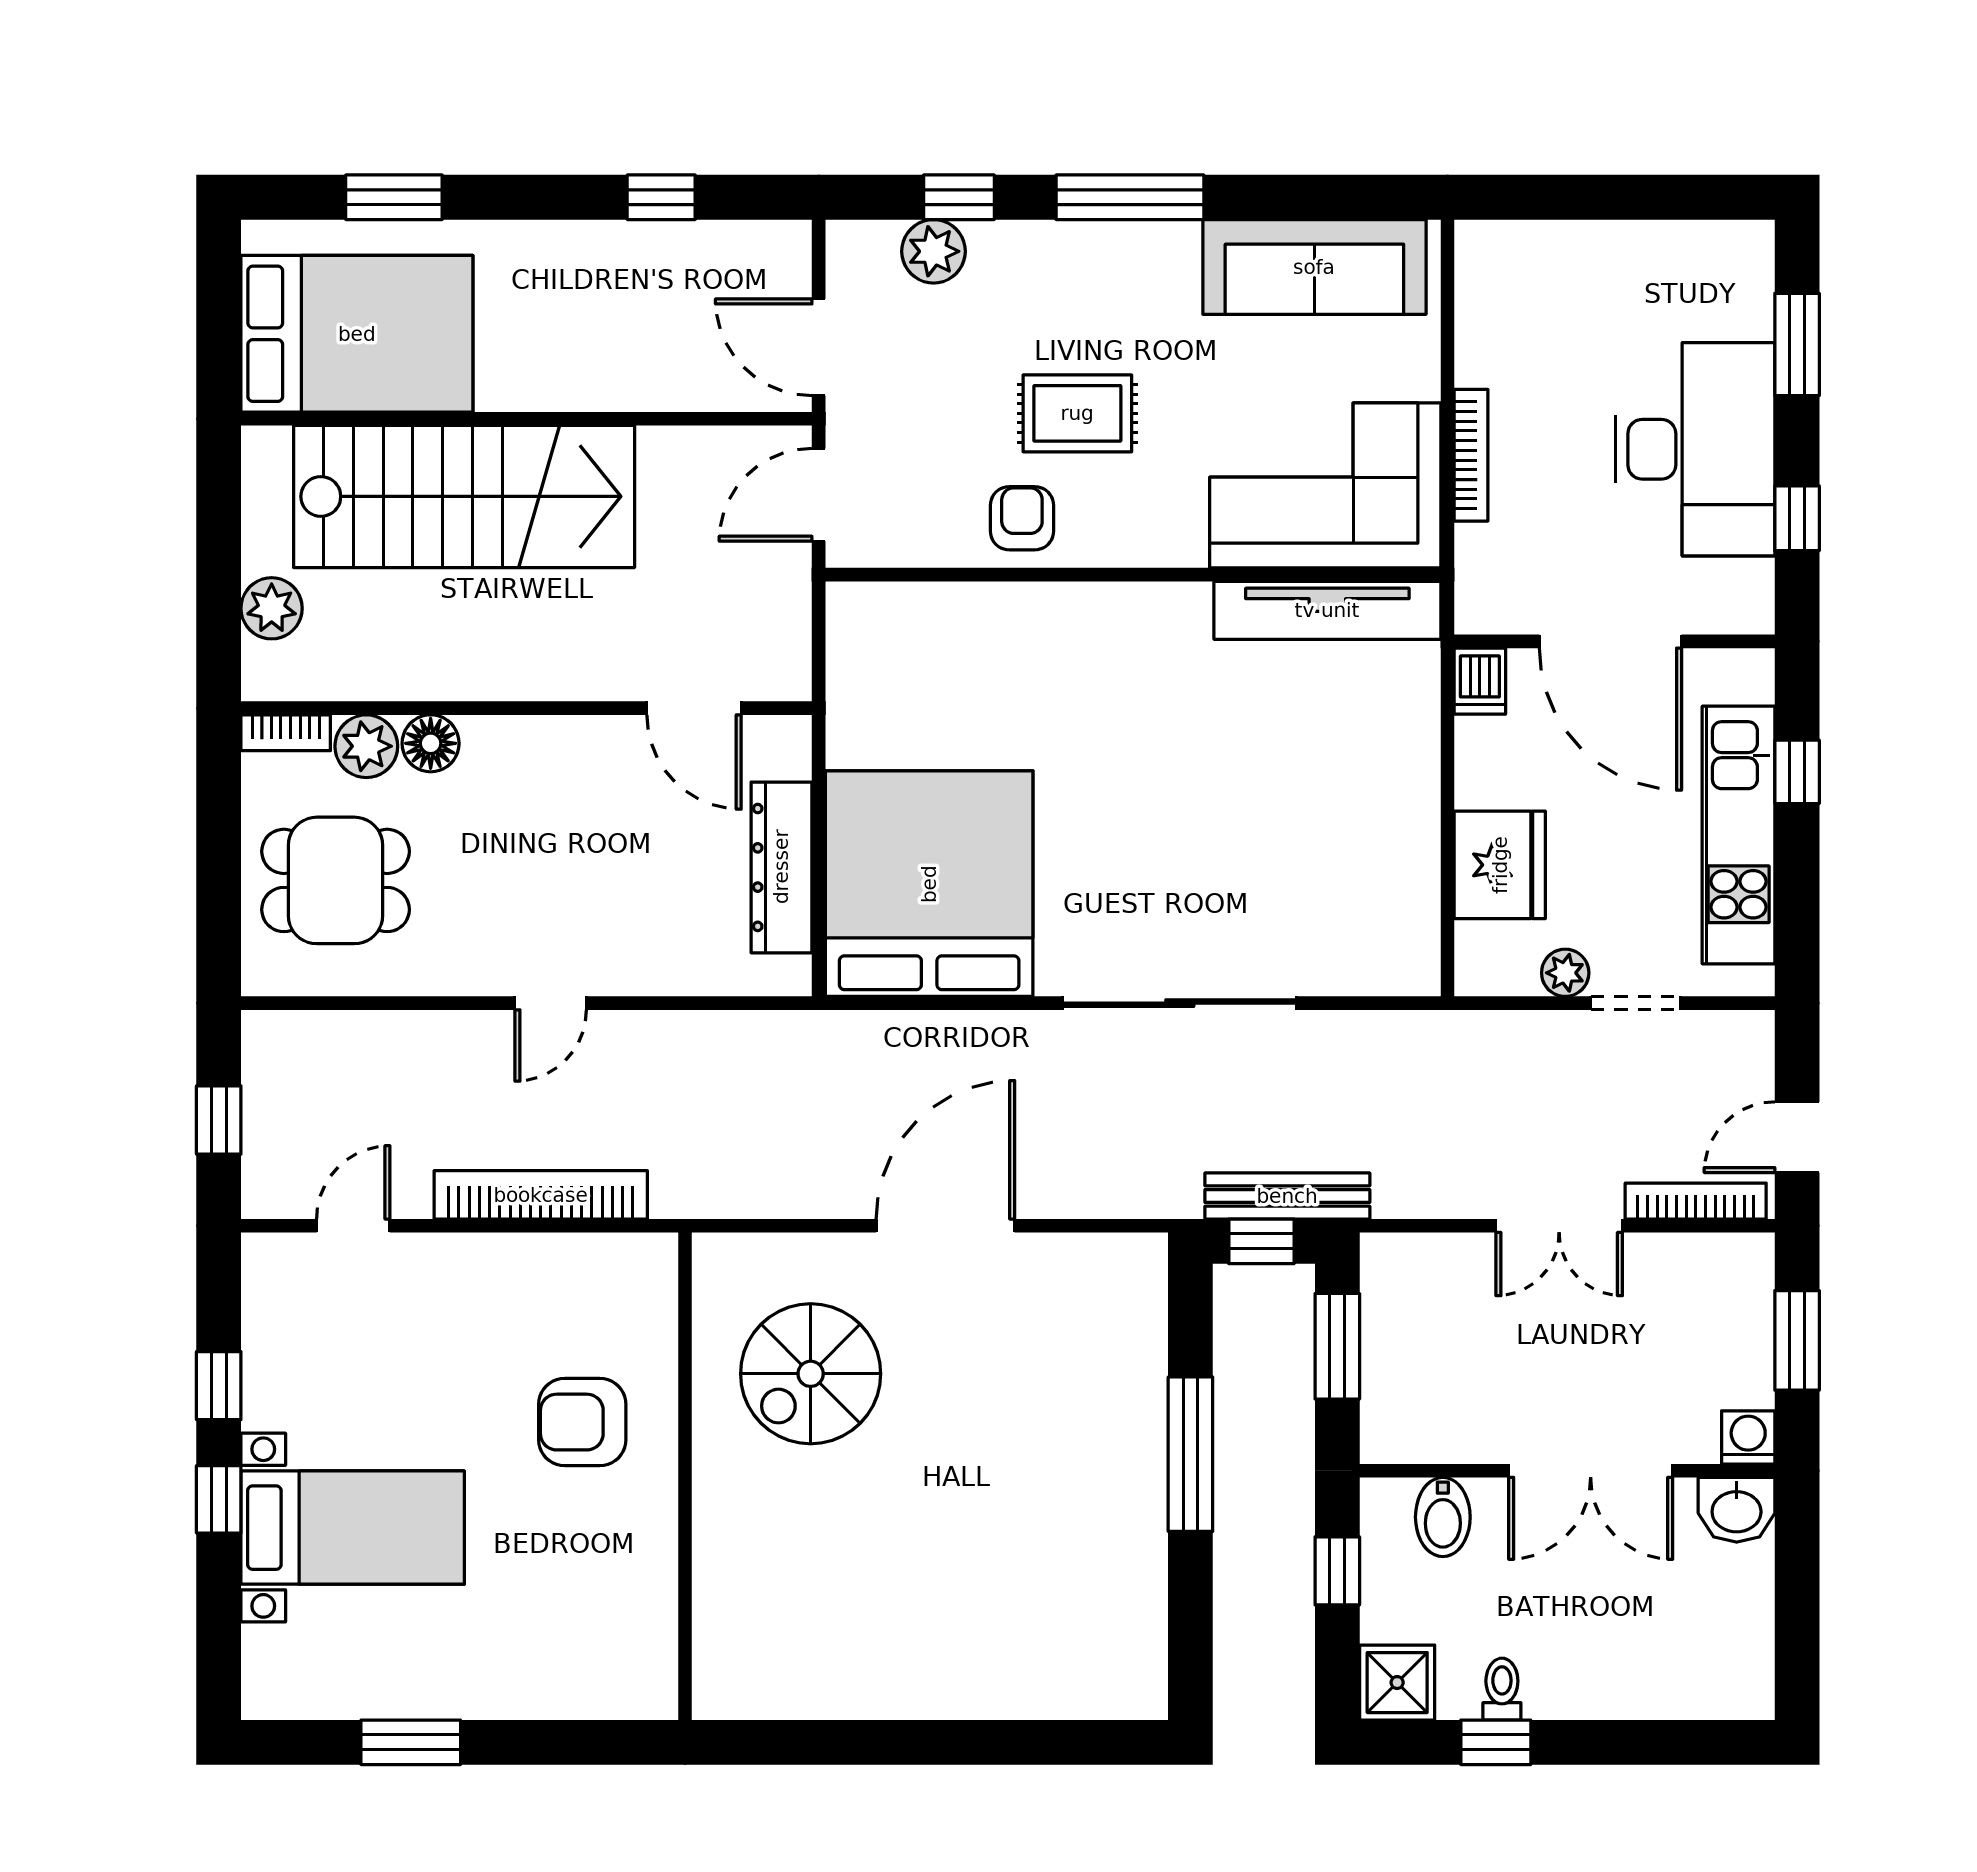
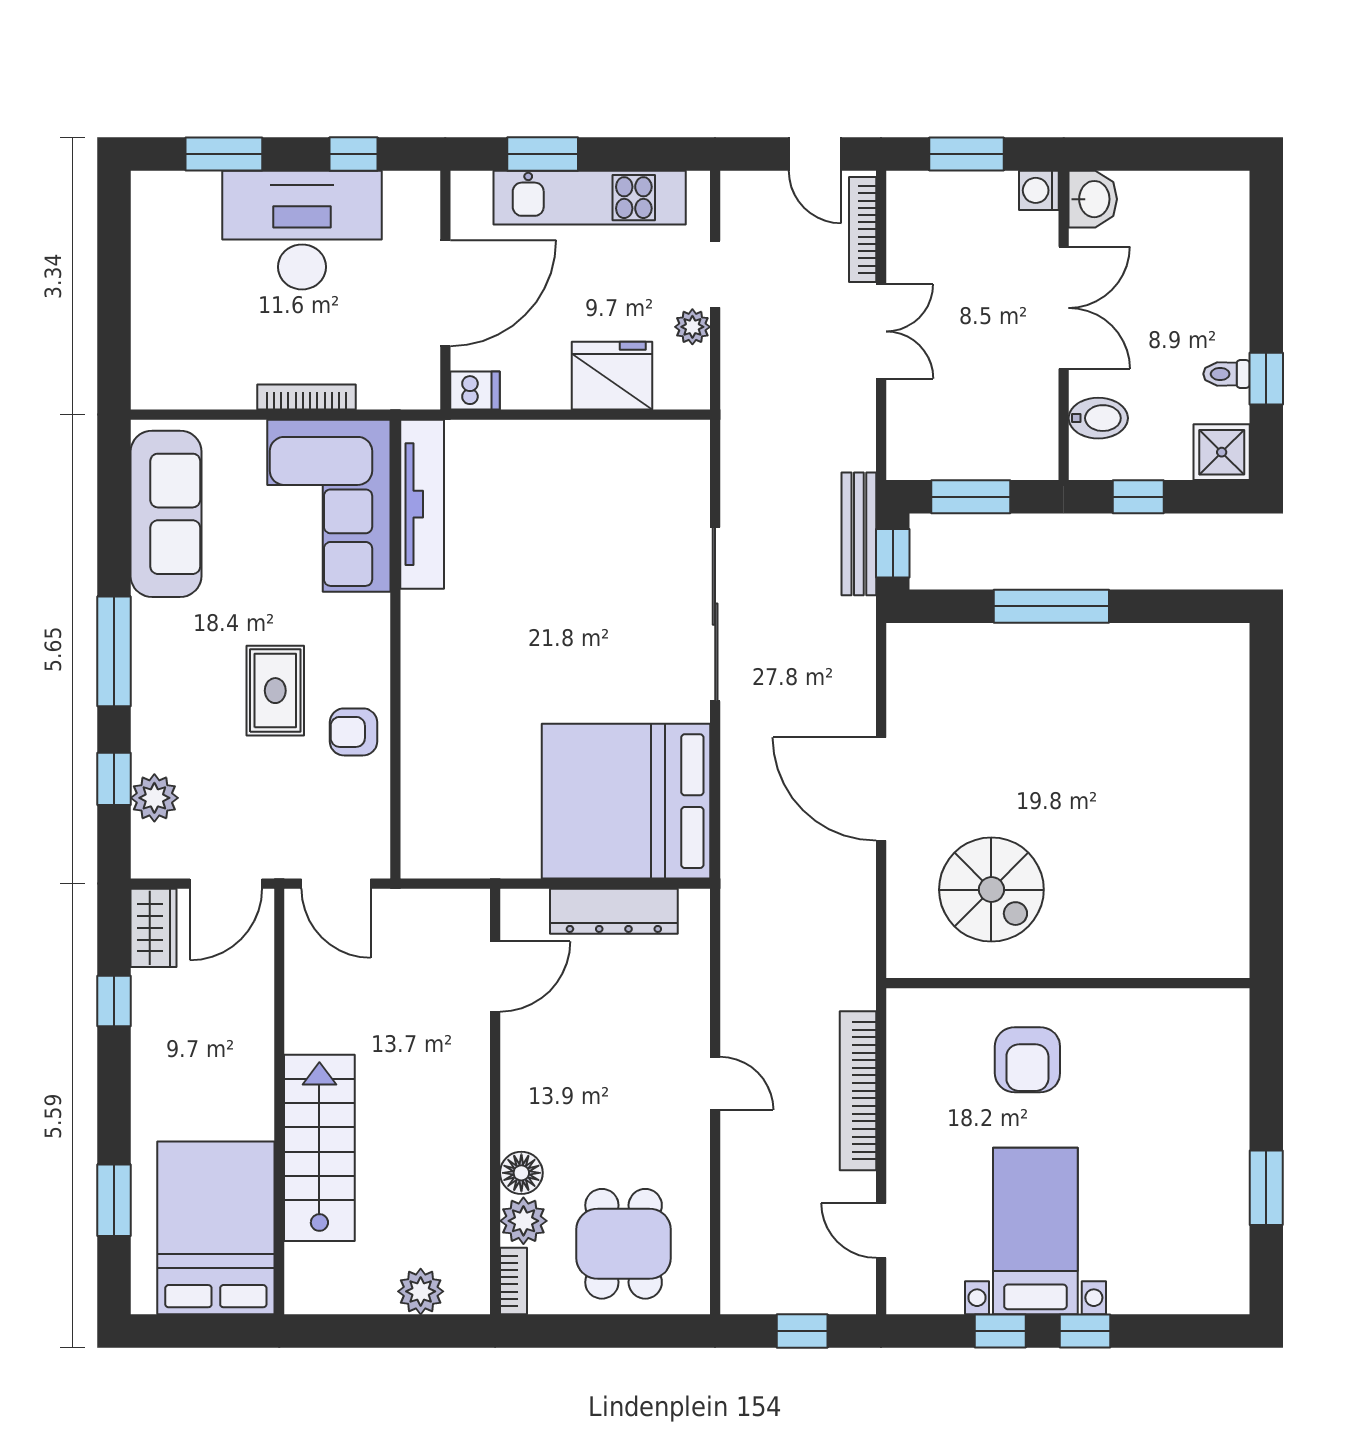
wardrobe: (759, 250) -> (154, 928), added
stairs: (464, 496) -> (319, 1148), width x0.73, depth x0.66
window: (1797, 772) -> (543, 154), width x1.50
bed with nightstands: (353, 1528) -> (1035, 1231), moved

